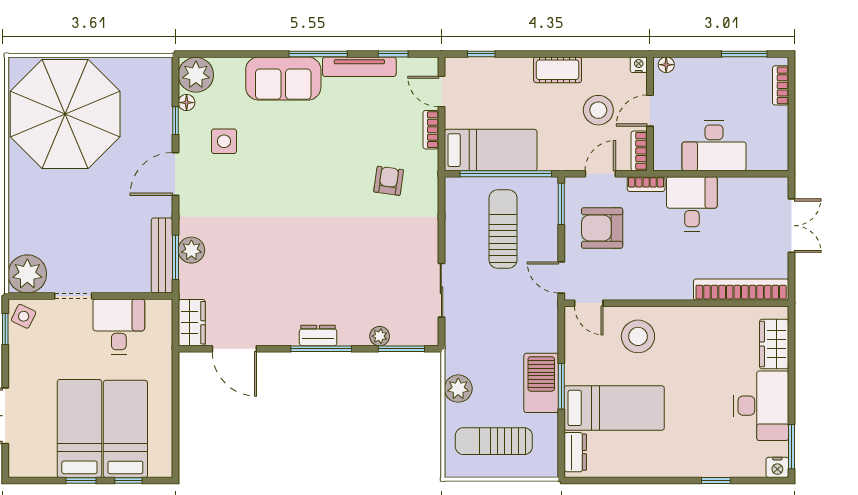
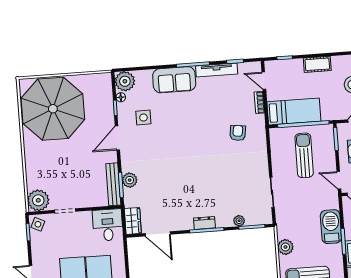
cot: (558, 70) -> (317, 64), moved
desk: (119, 327) -> (108, 225), moved
barbecue: (541, 383) -> (331, 227), moved

